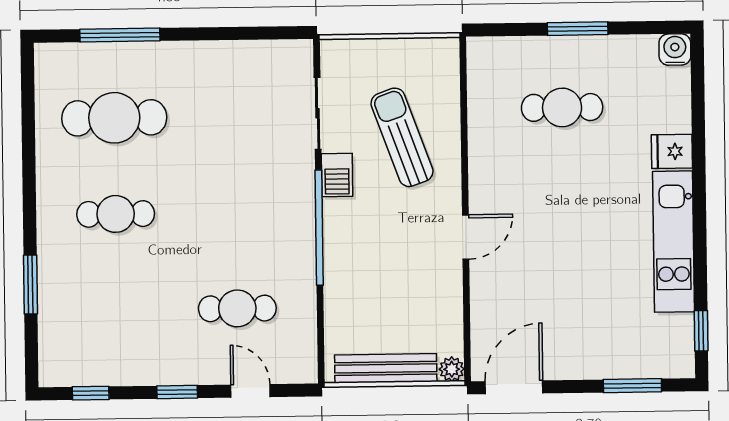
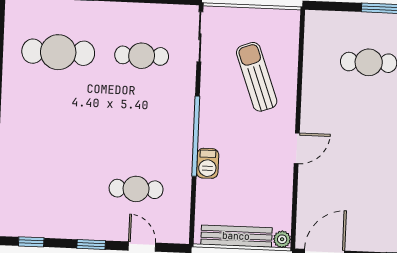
sliding door: (318, 113) -> (200, 37), moved
barbecue: (337, 175) -> (208, 163), moved
cafe table: (116, 214) -> (142, 56), moved

